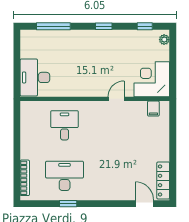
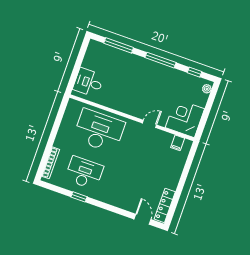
window: (104, 26) -> (161, 60), width x2.17
desk: (35, 77) -> (88, 82), width x0.73
desk: (65, 125) -> (99, 131), width x1.87, depth x1.30

